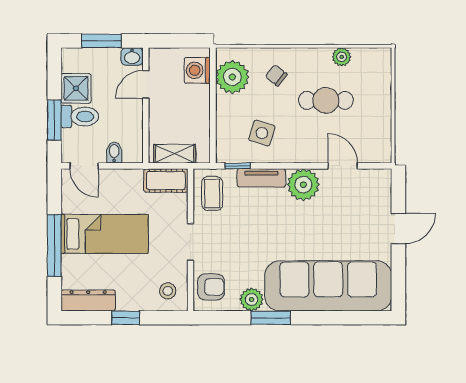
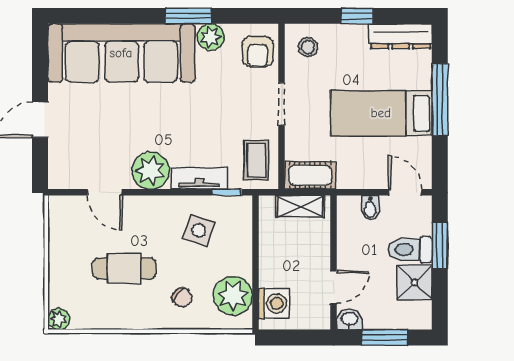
plant: (342, 57) -> (59, 319), moved
armchair: (211, 287) -> (258, 52), turned -90

